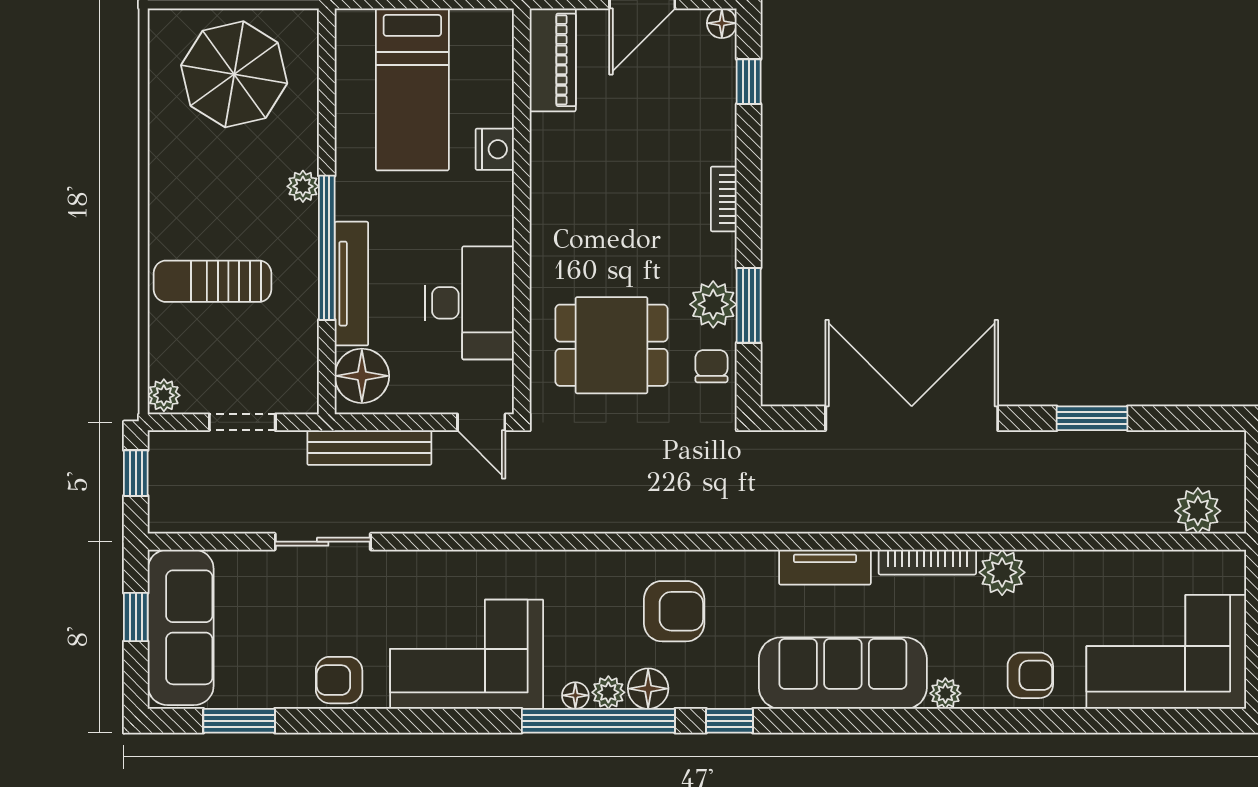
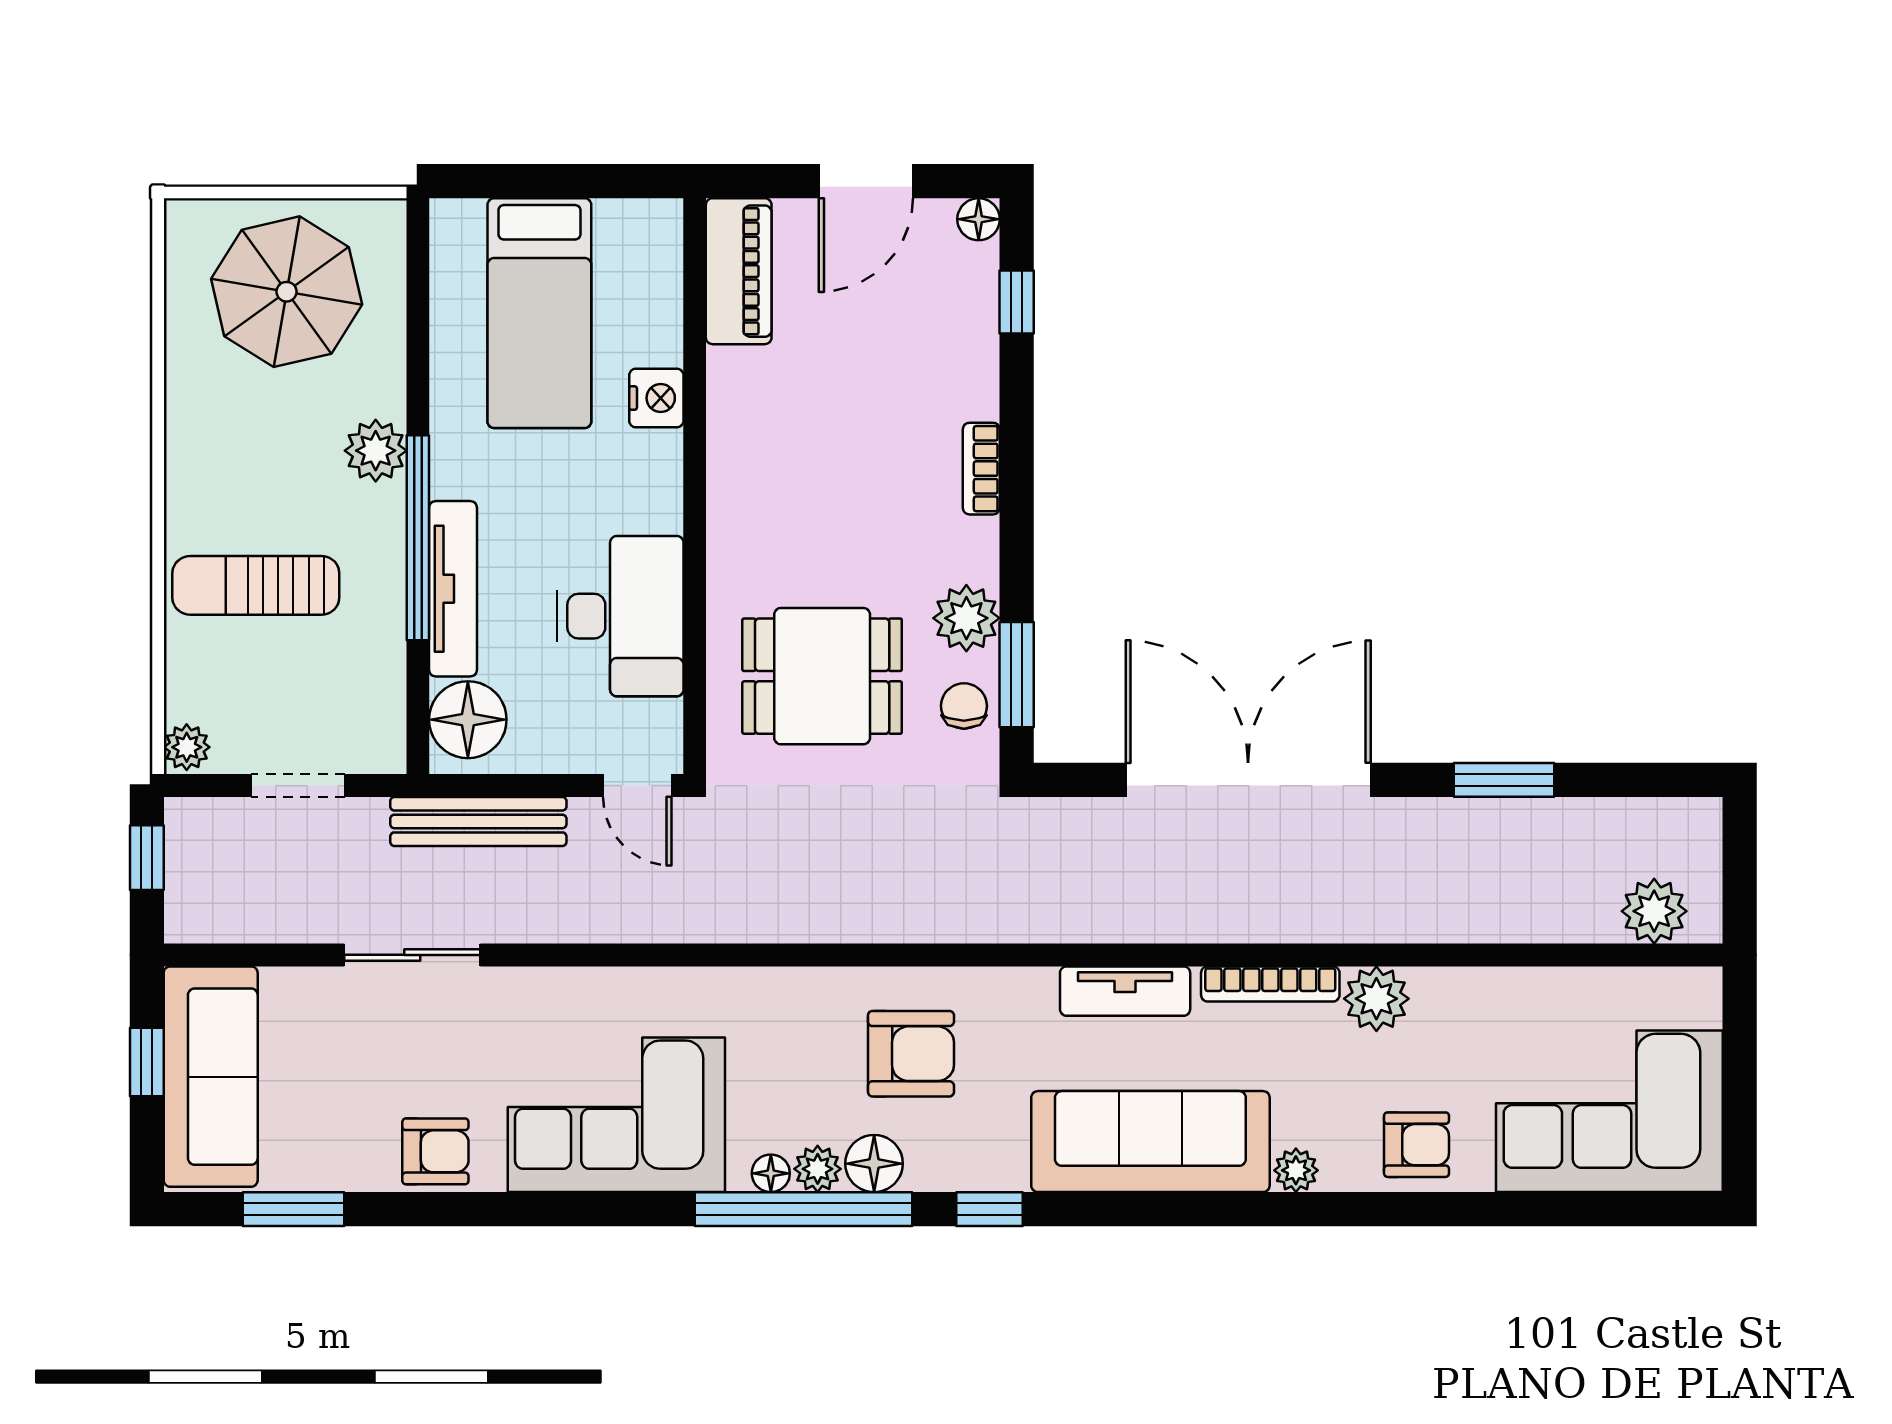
plant: (303, 186) -> (376, 451), width x1.38, depth x1.38
window: (749, 305) -> (1017, 675), moved
armchair: (339, 680) -> (435, 1151), turned 180

